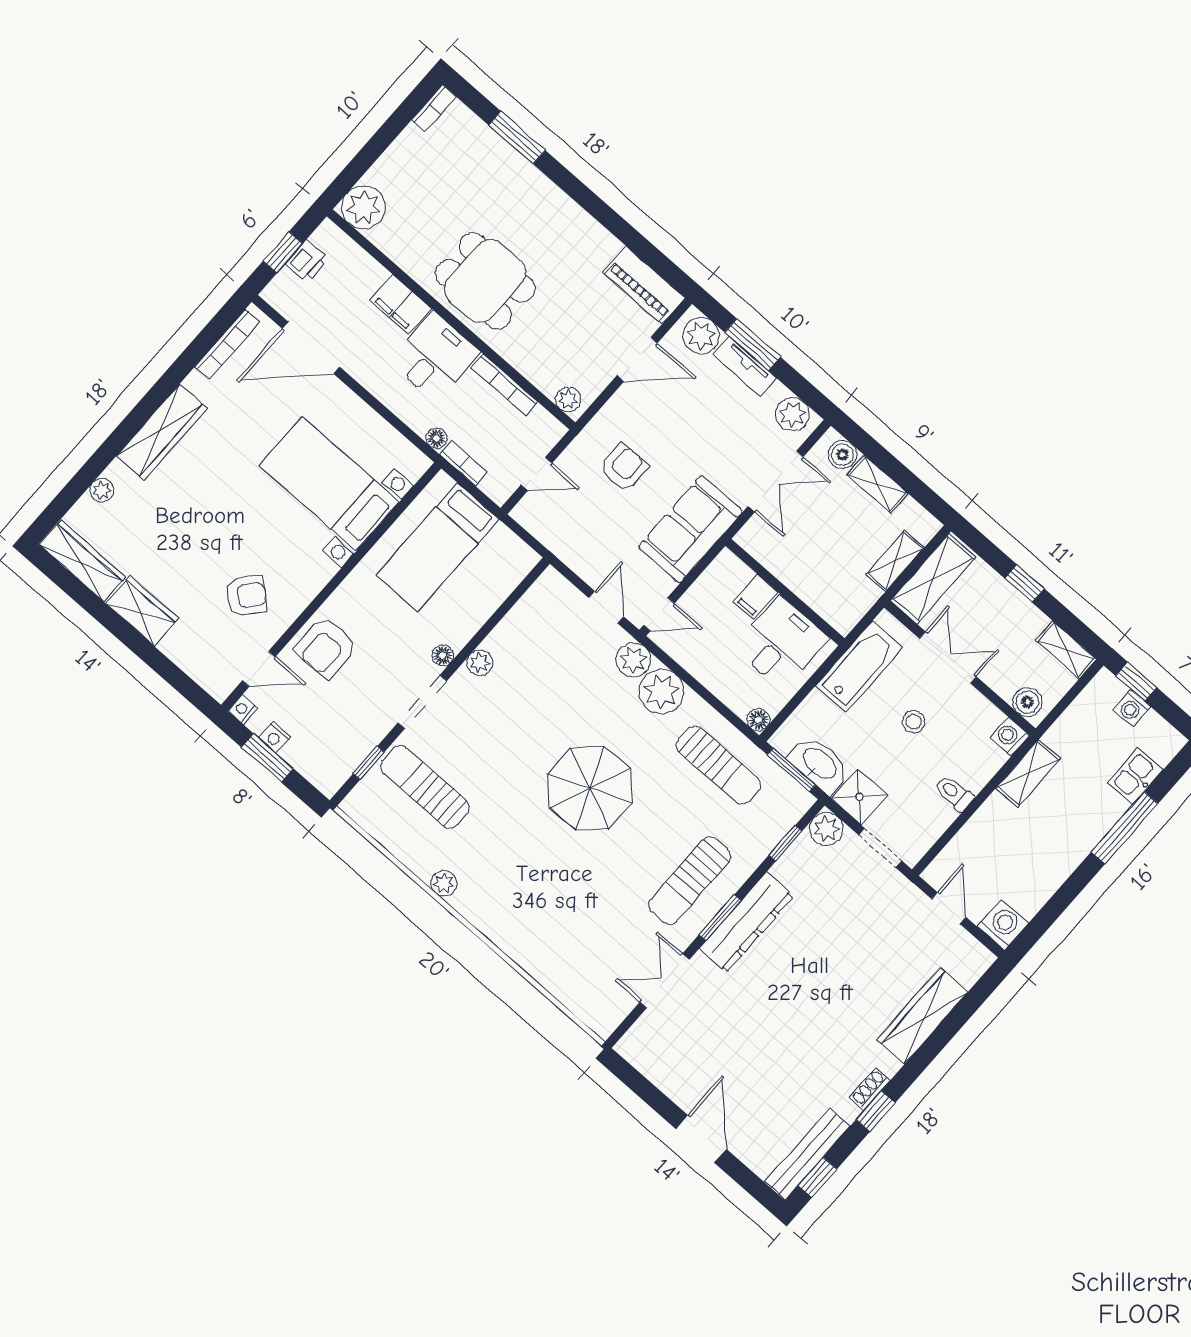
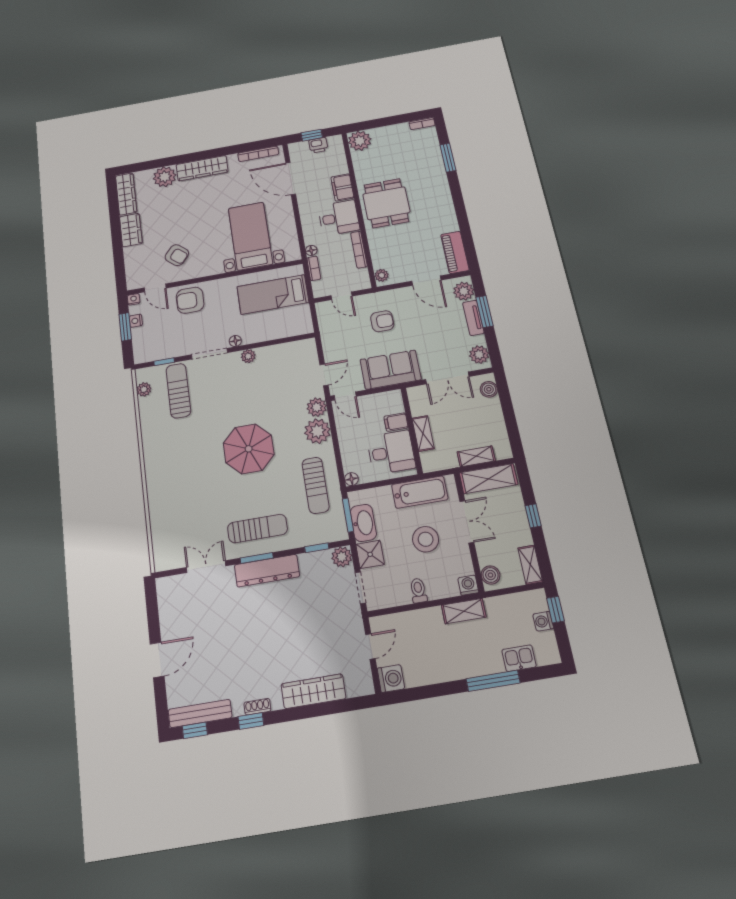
shelving: (877, 484) -> (423, 433), moved
plant: (102, 490) -> (165, 177), width x1.88, depth x1.88
stool: (914, 722) -> (426, 539), width x1.89, depth x1.89
sun lounger: (690, 881) -> (257, 529), turned 180
plant: (444, 883) -> (144, 389), moved

